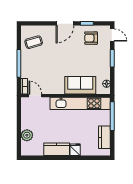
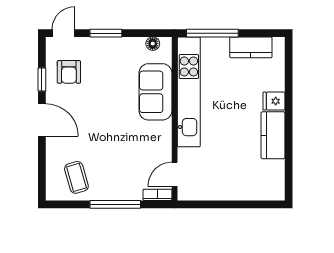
plant: (27, 135) -> (247, 190), removed

